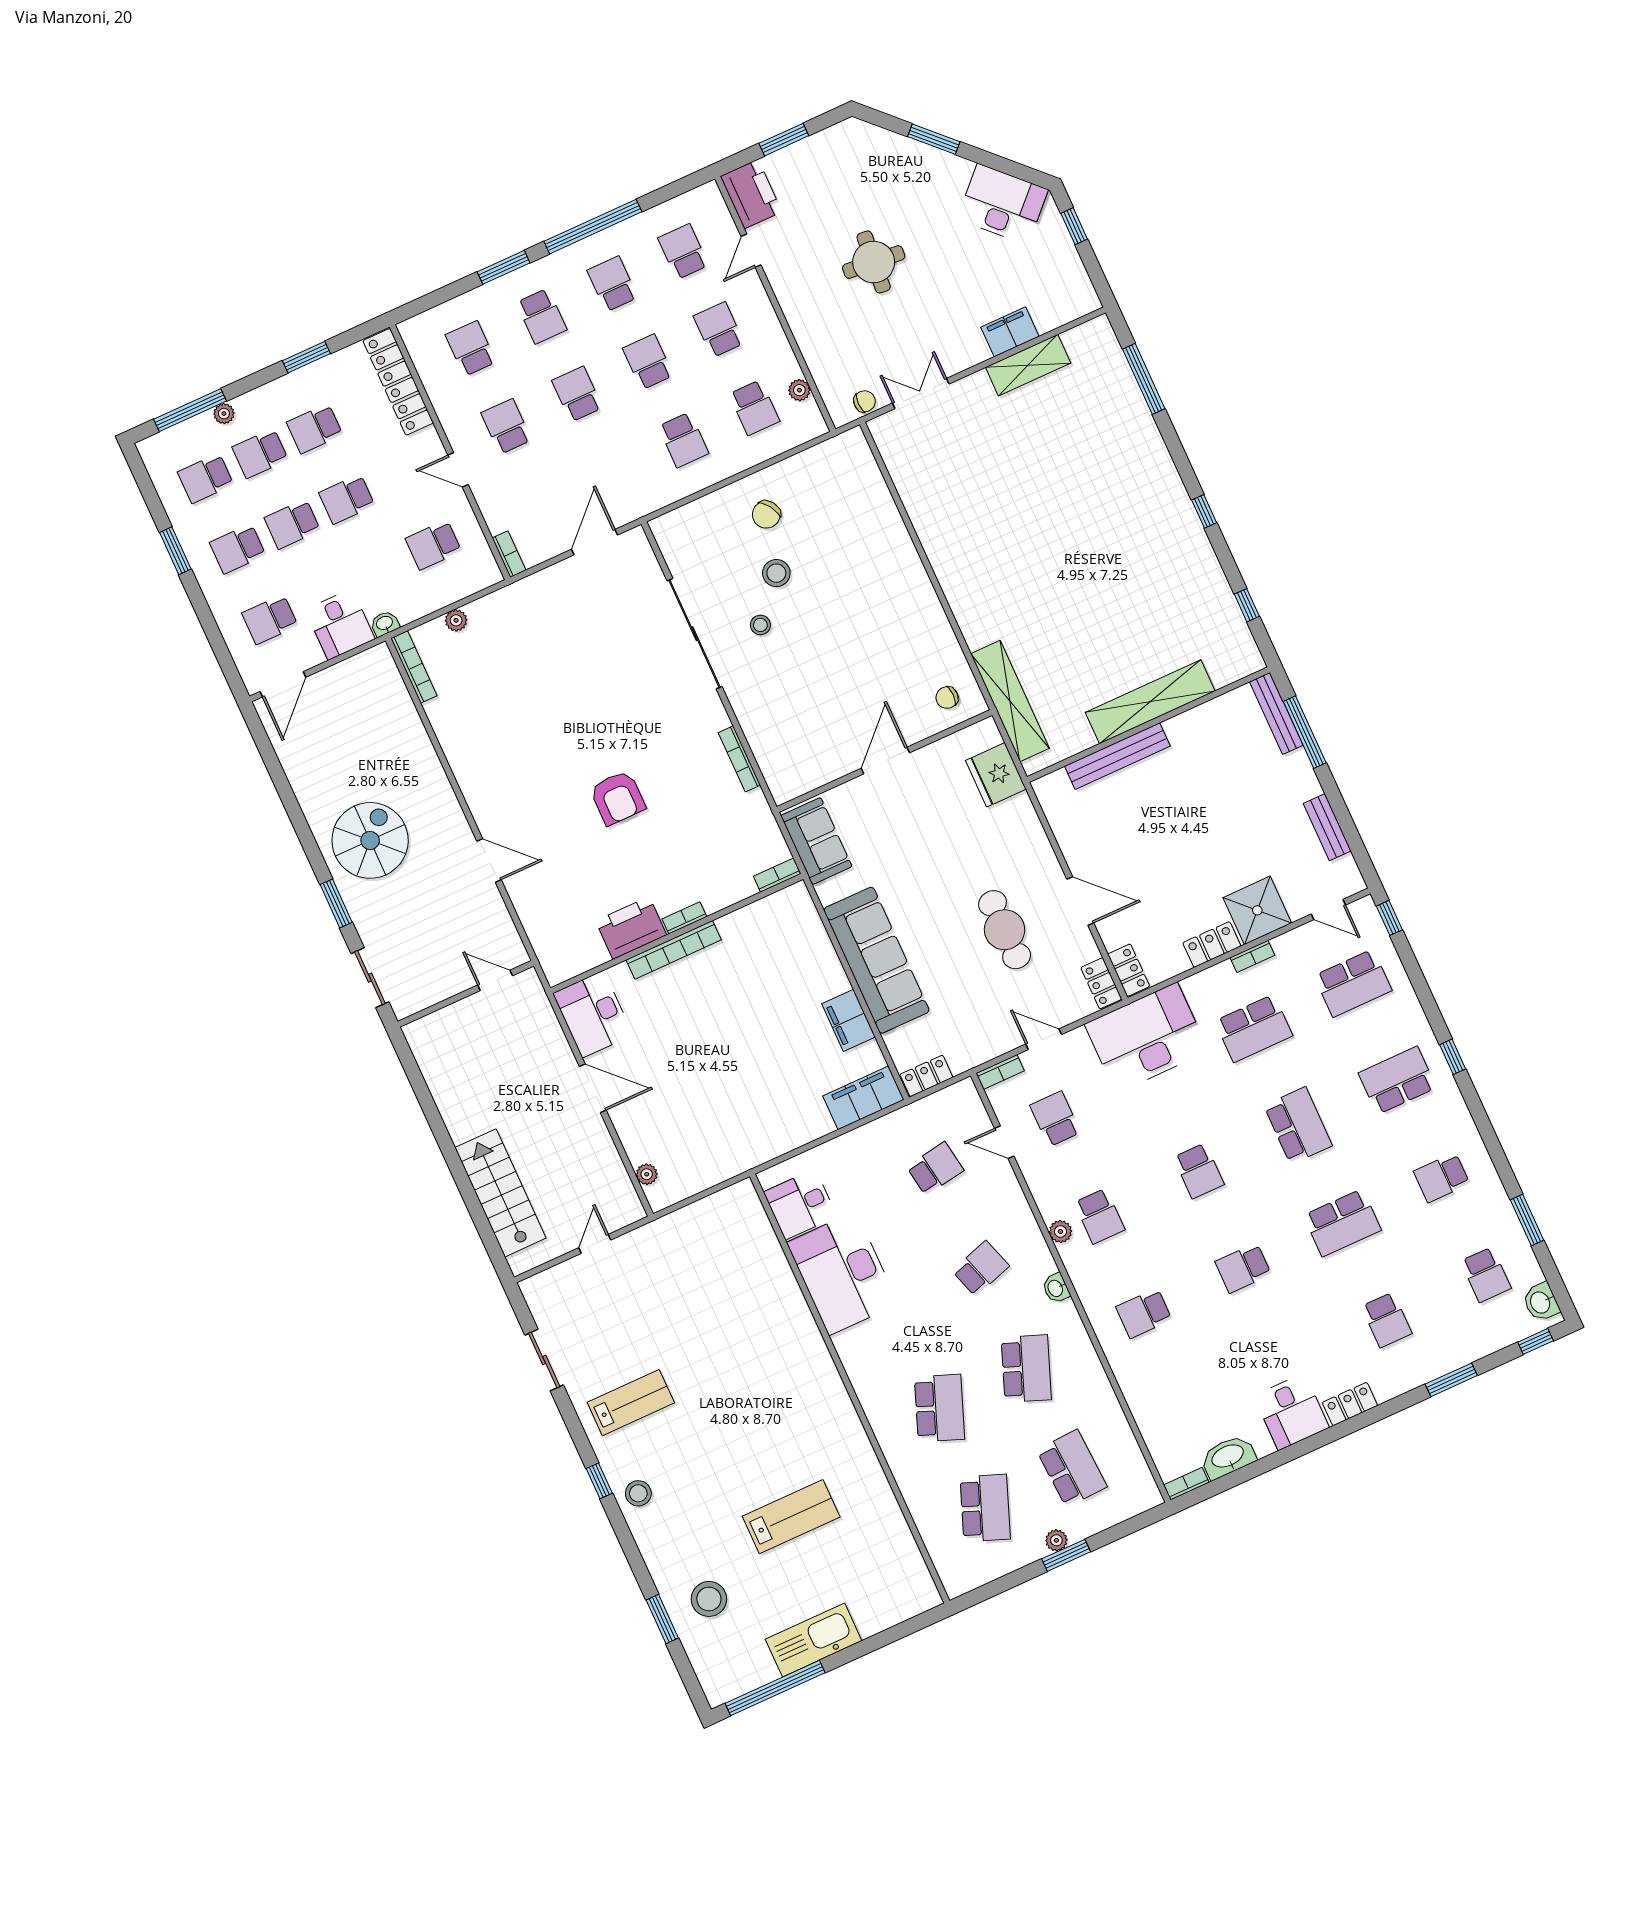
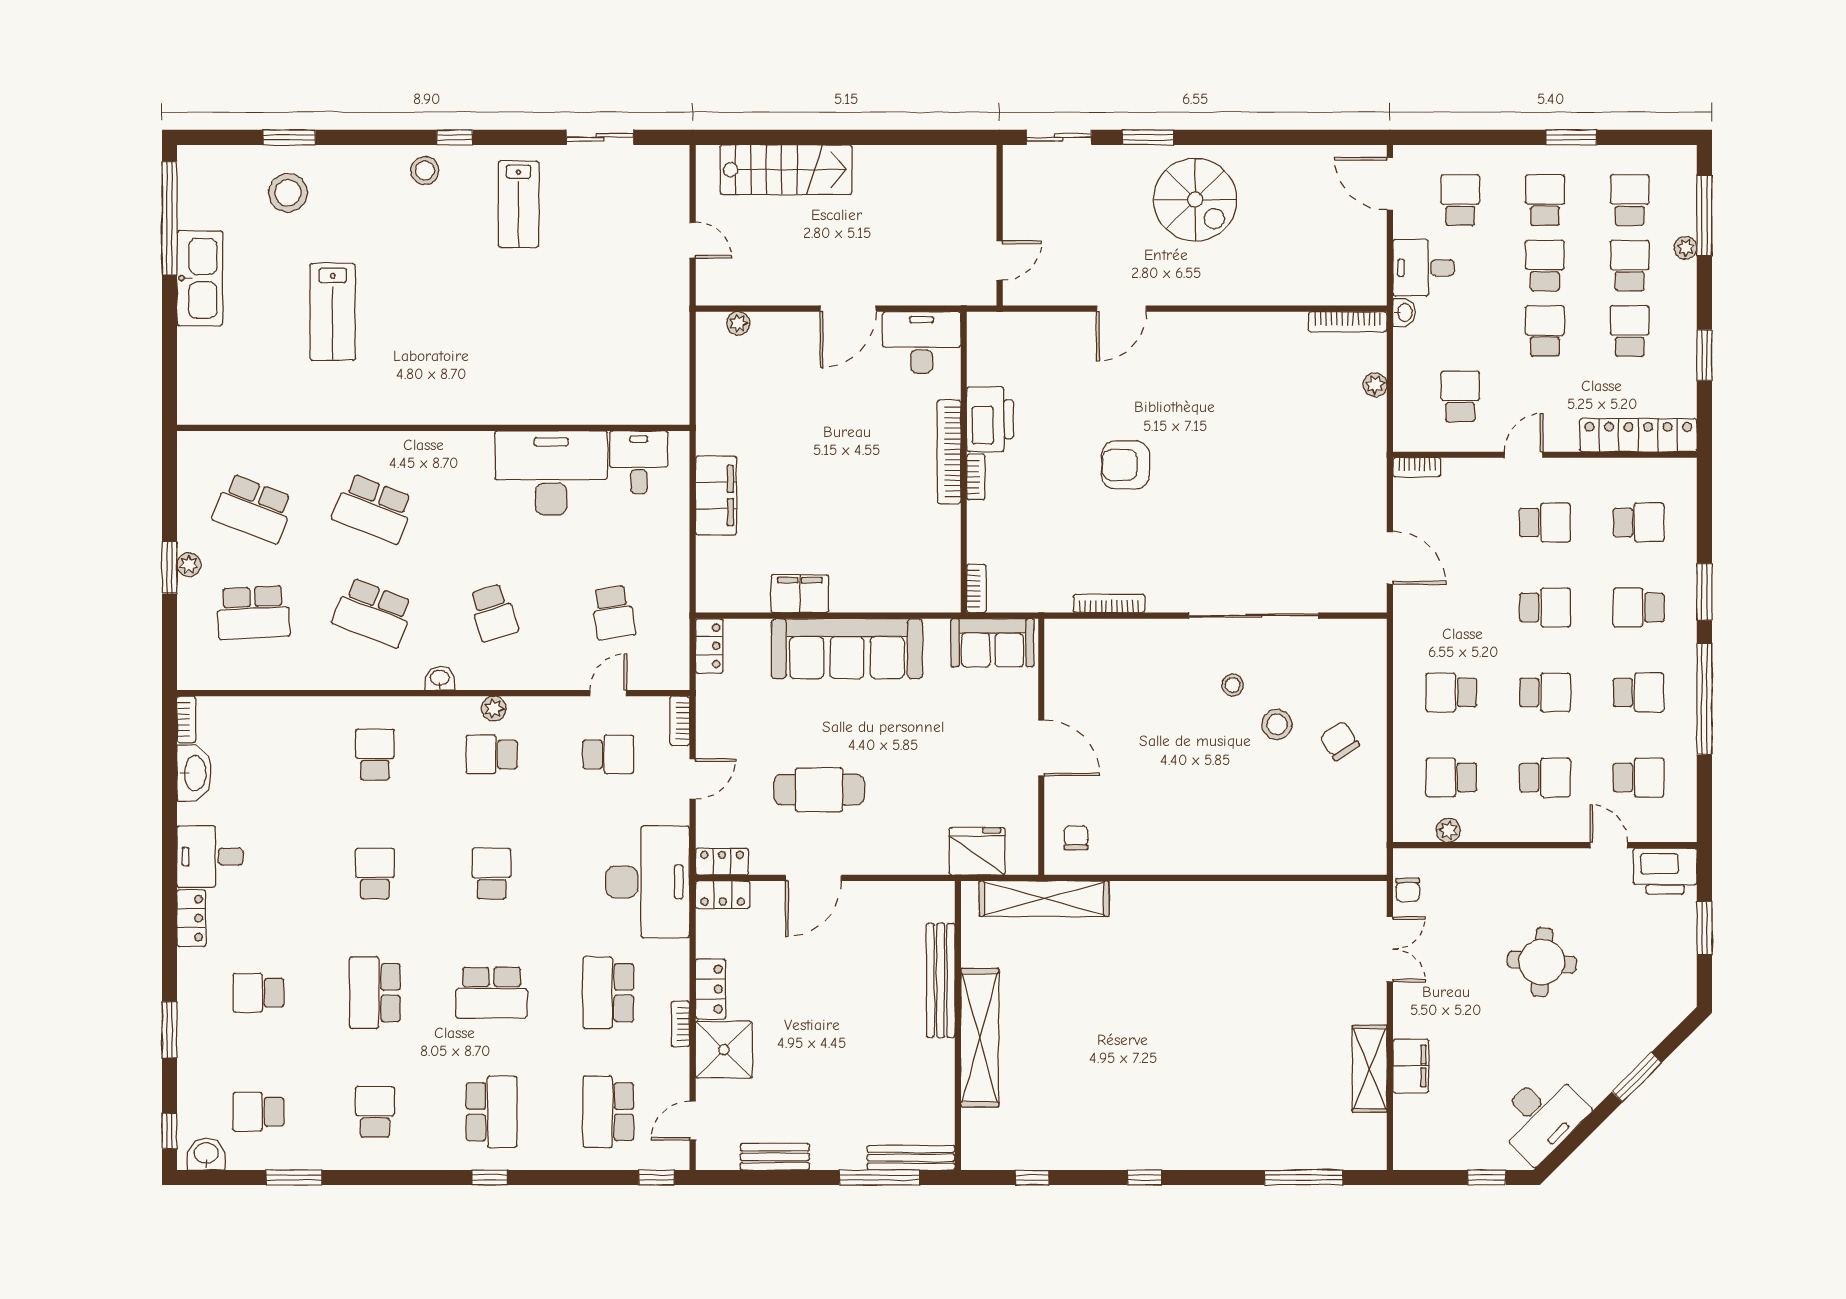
filing cabinet: (863, 1098) -> (716, 496), moved
school desk: (1199, 1171) -> (492, 874), turned 90

